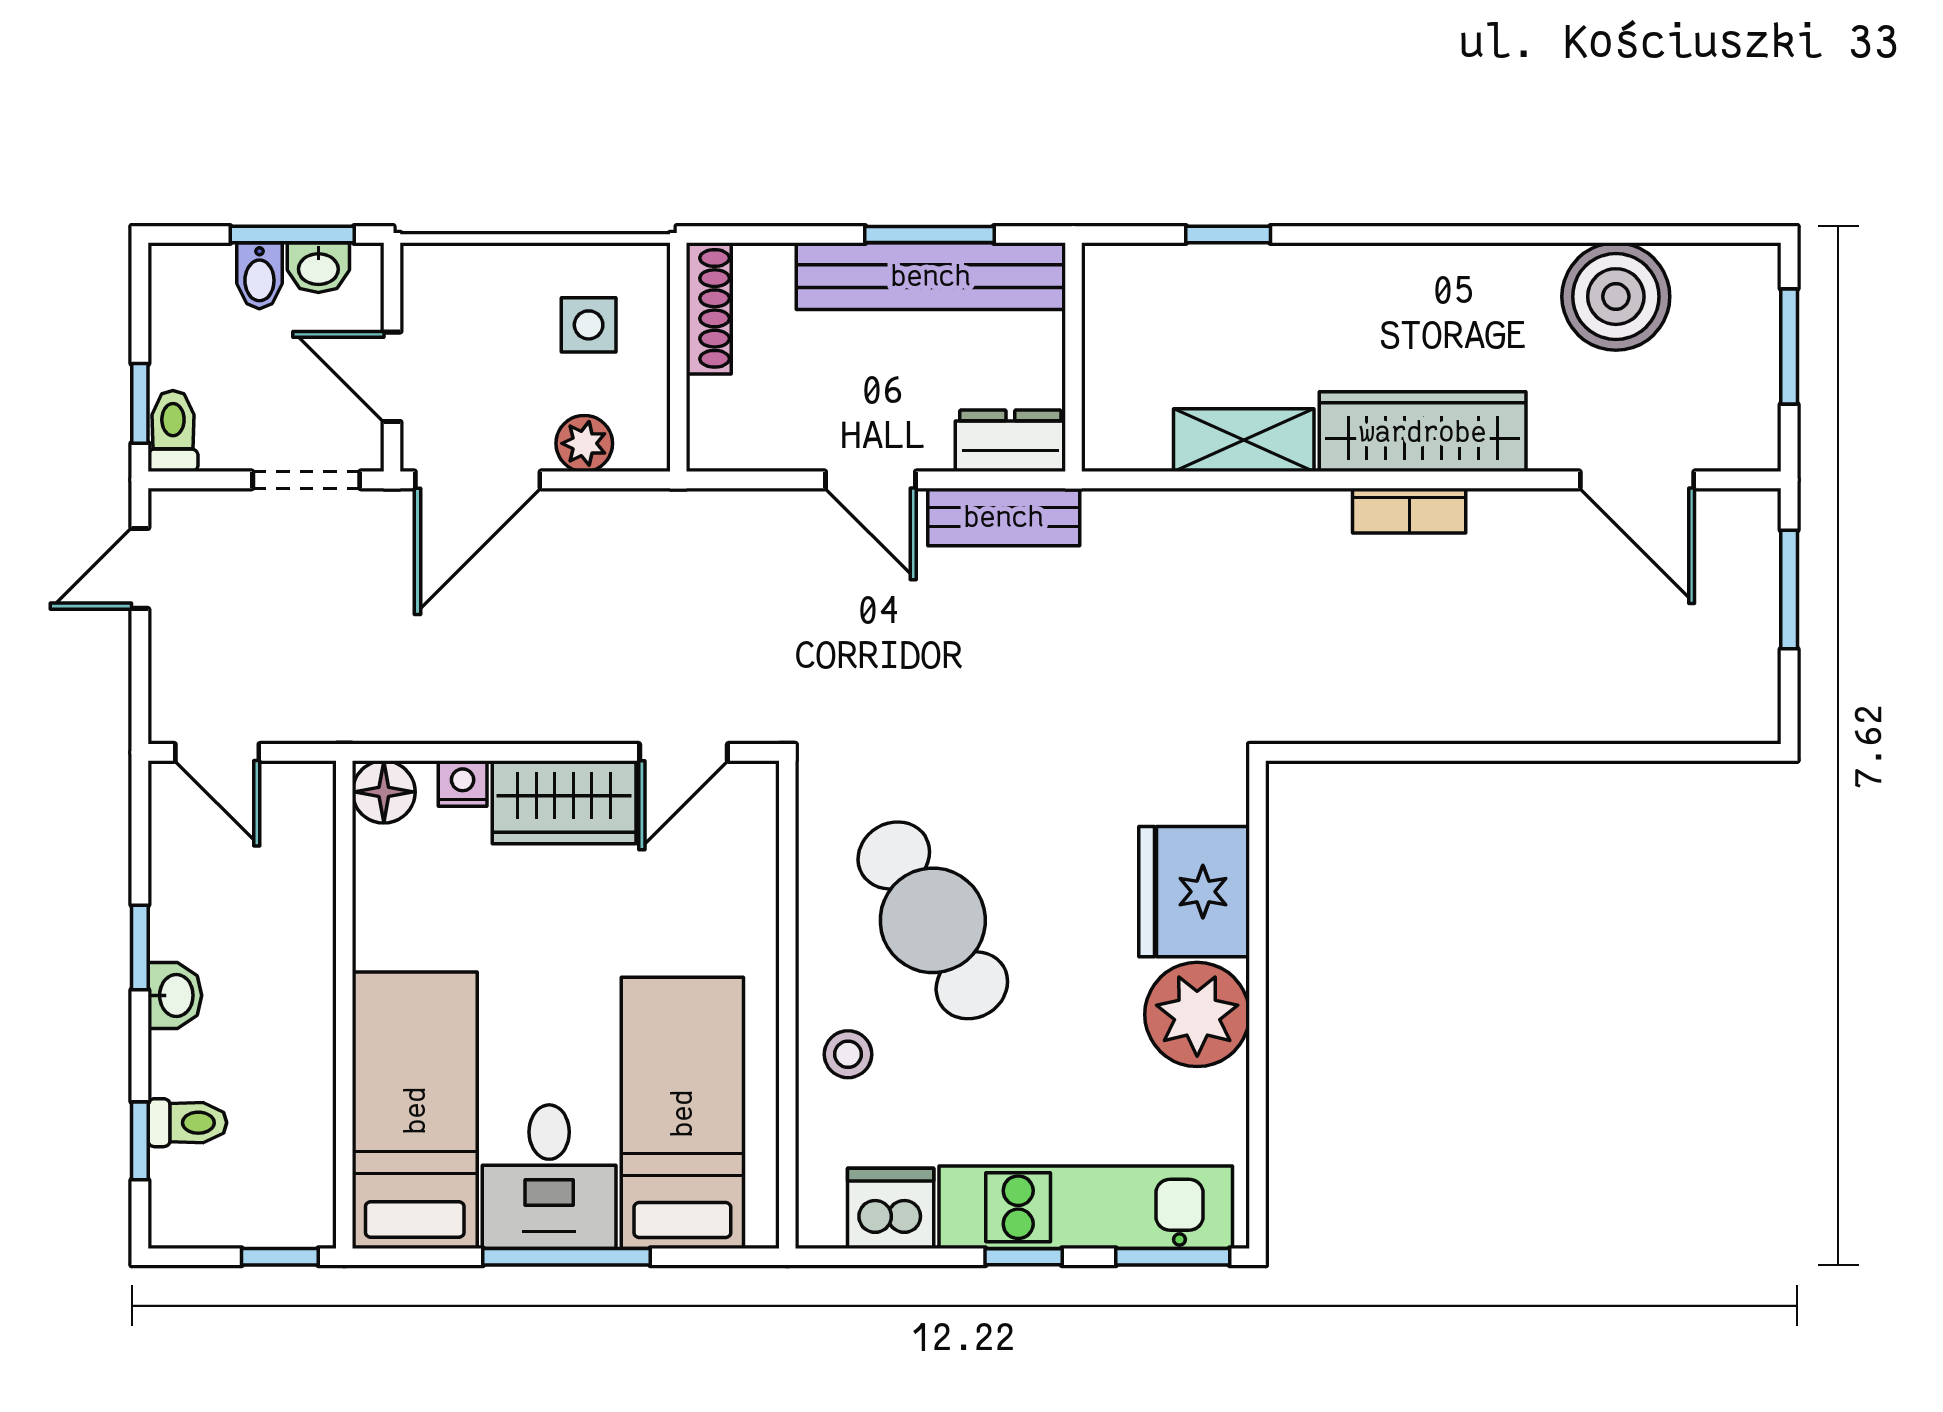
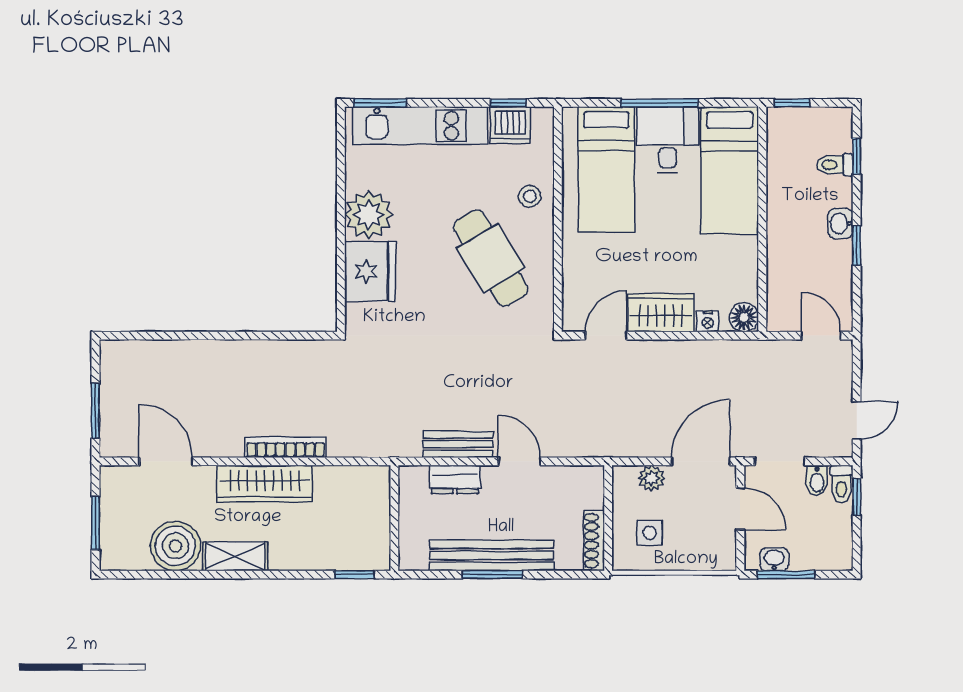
bidet: (259, 276) -> (817, 480), moved, turned 180
wall: (1074, 357) -> (394, 518), moved
shelving: (1244, 440) -> (235, 556), moved
bookcase: (1409, 511) -> (286, 447), width x1.56
window: (1024, 1257) -> (508, 103), moved

